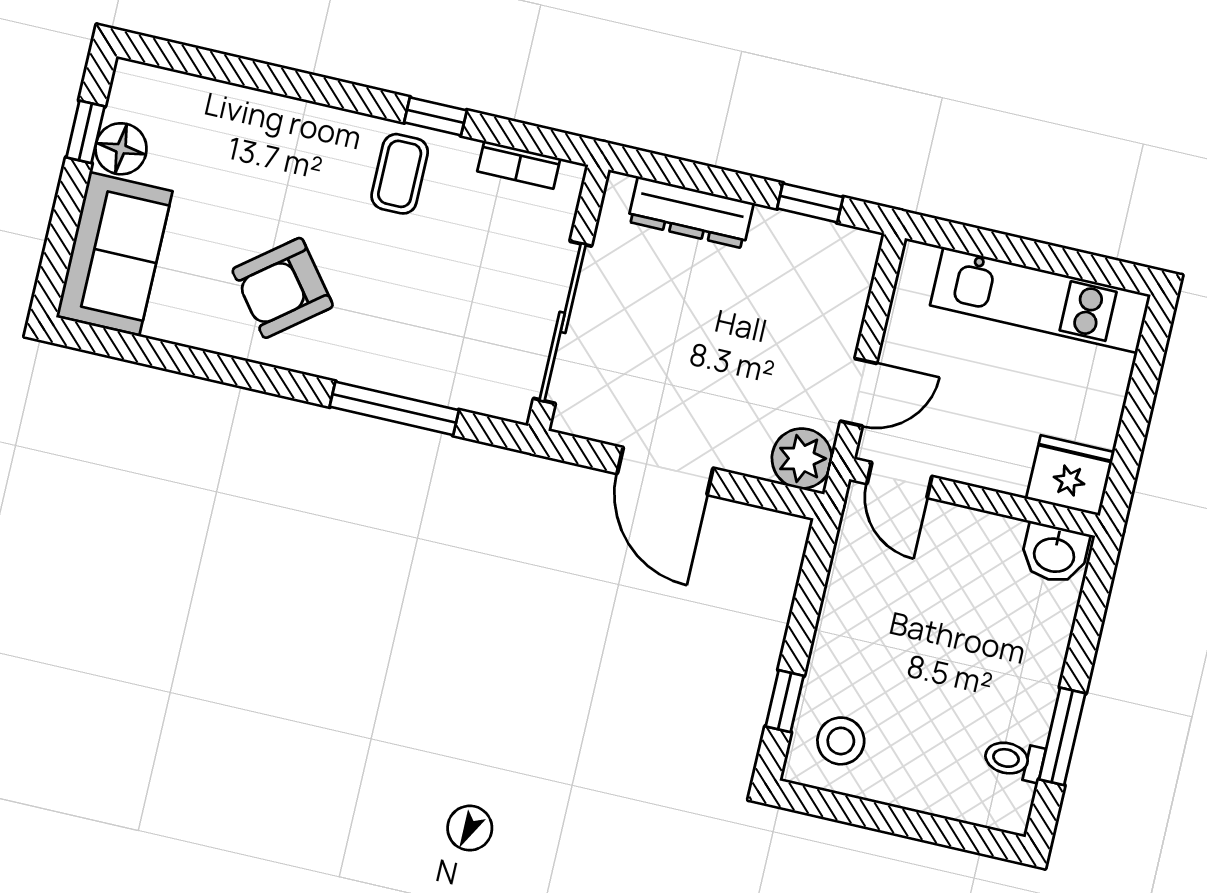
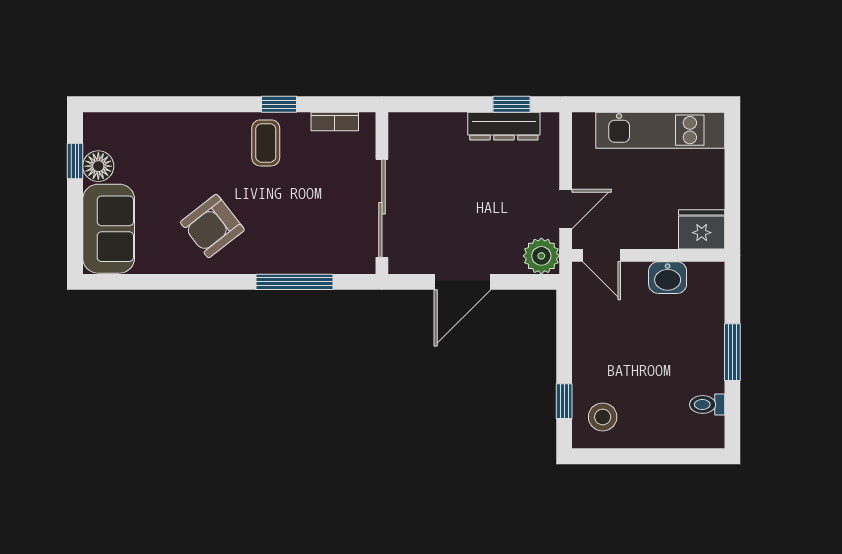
dresser: (691, 212) -> (504, 126), moved
door: (665, 471) -> (463, 282), hinge flipped
washbasin: (1054, 554) -> (668, 278), moved
window: (1062, 736) -> (732, 352), moved

